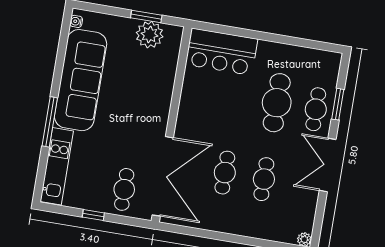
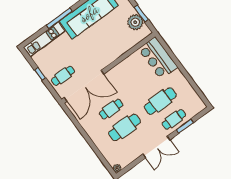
double door: (328, 165) -> (156, 147), swing flipped
cafe table: (264, 179) -> (125, 127), width x1.37, depth x1.35

